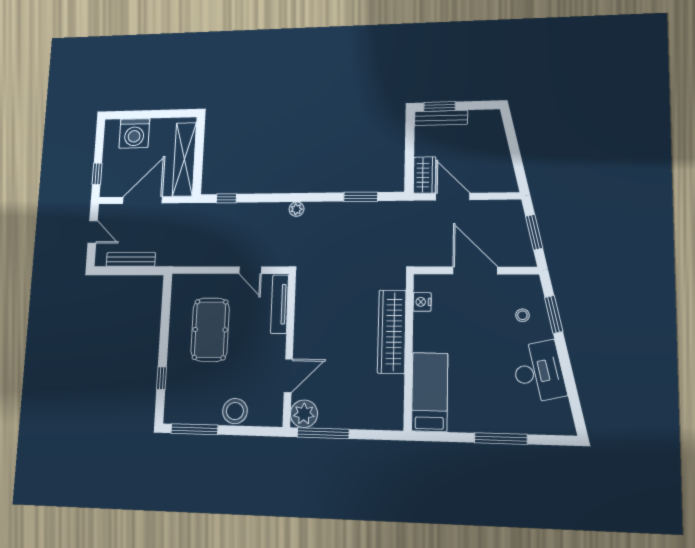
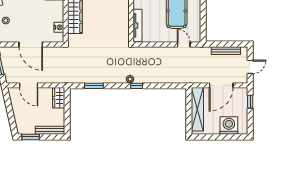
window: (440, 106) -> (31, 137), moved
door: (453, 197) -> (29, 85), moved
window: (226, 198) -> (137, 86), moved
door: (93, 232) -> (250, 67), swing flipped
door: (250, 270) -> (184, 44), moved

